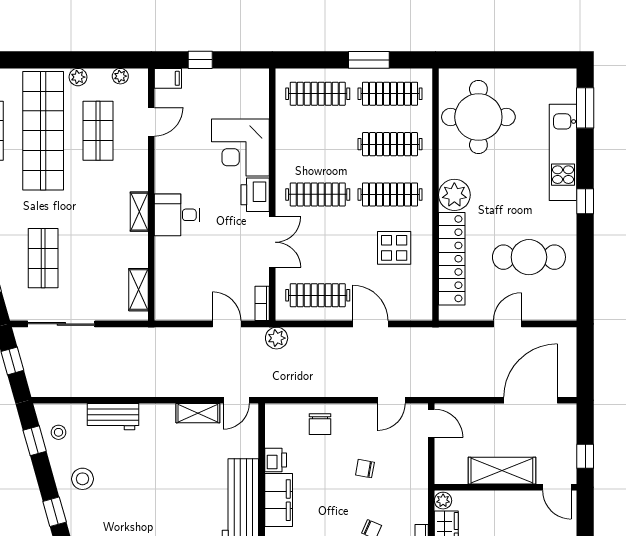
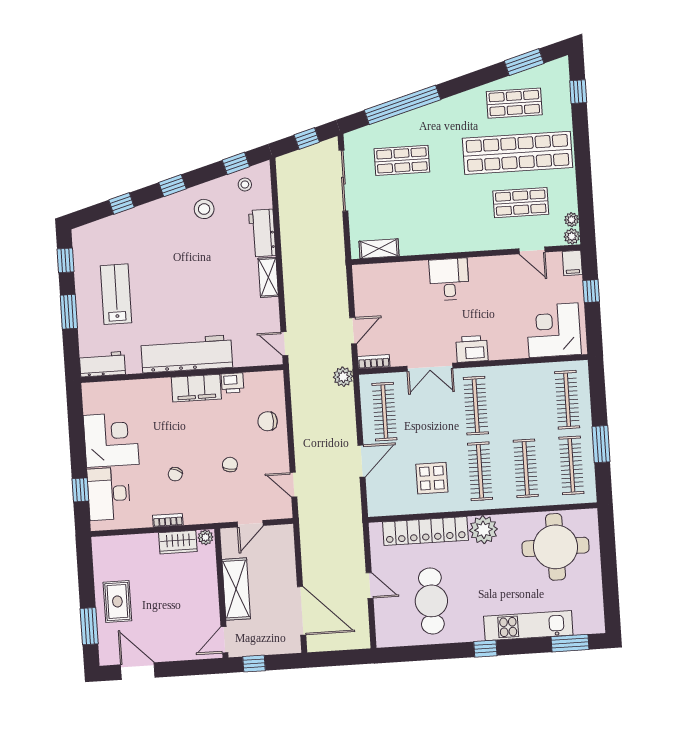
plant: (78, 77) -> (572, 236), moved
corner desk: (240, 148) -> (554, 330), moved
shelving: (139, 212) -> (450, 245), removed
shelving: (198, 413) -> (268, 277), moved
door: (431, 423) -> (250, 524), moved

